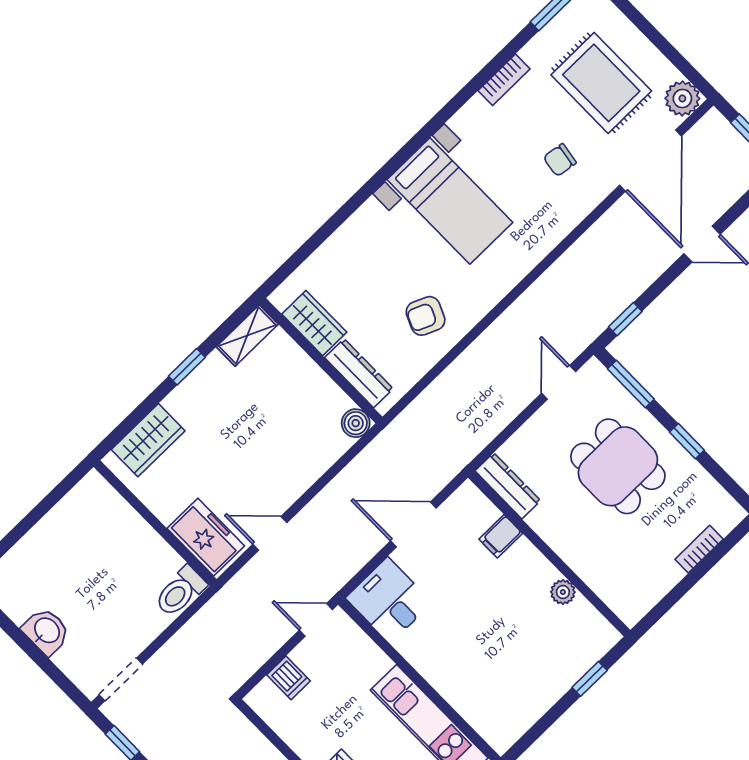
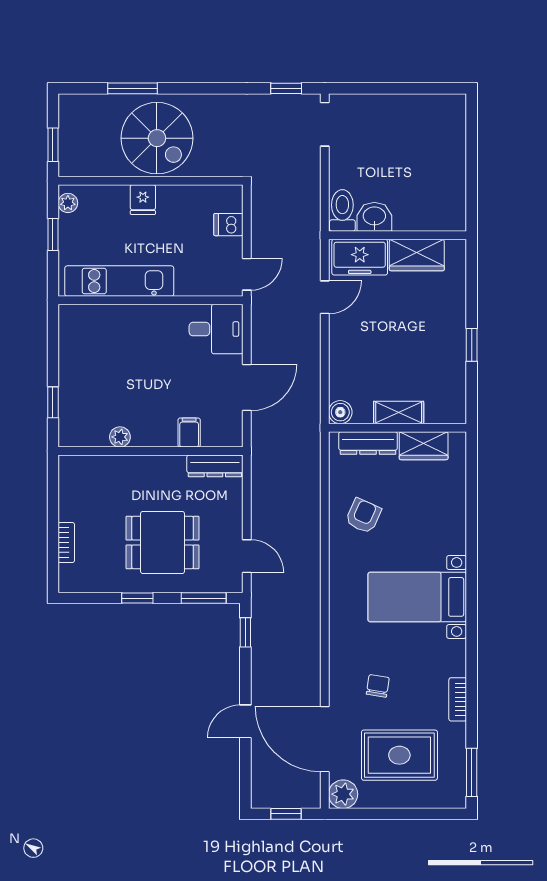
shelving: (247, 335) -> (399, 413), moved, turned 90
wardrobe: (148, 440) -> (417, 255), moved, turned -90
washbasin: (46, 631) -> (374, 217), moved, turned 180

